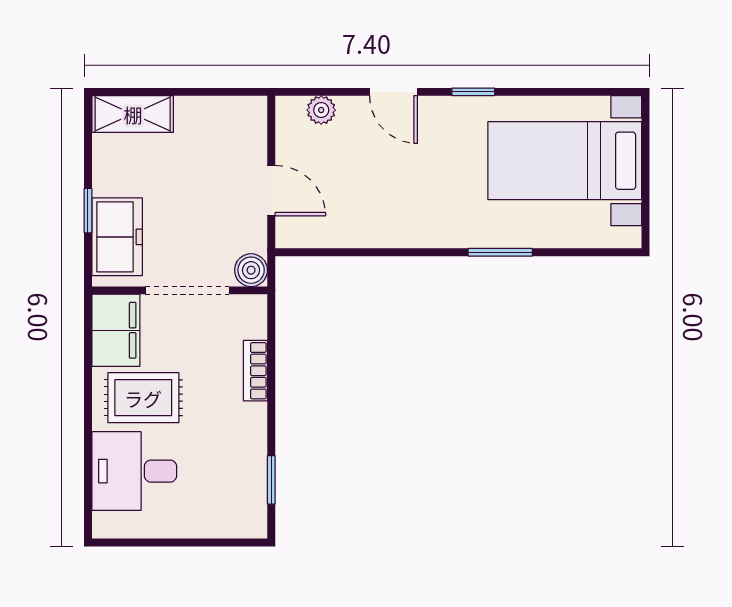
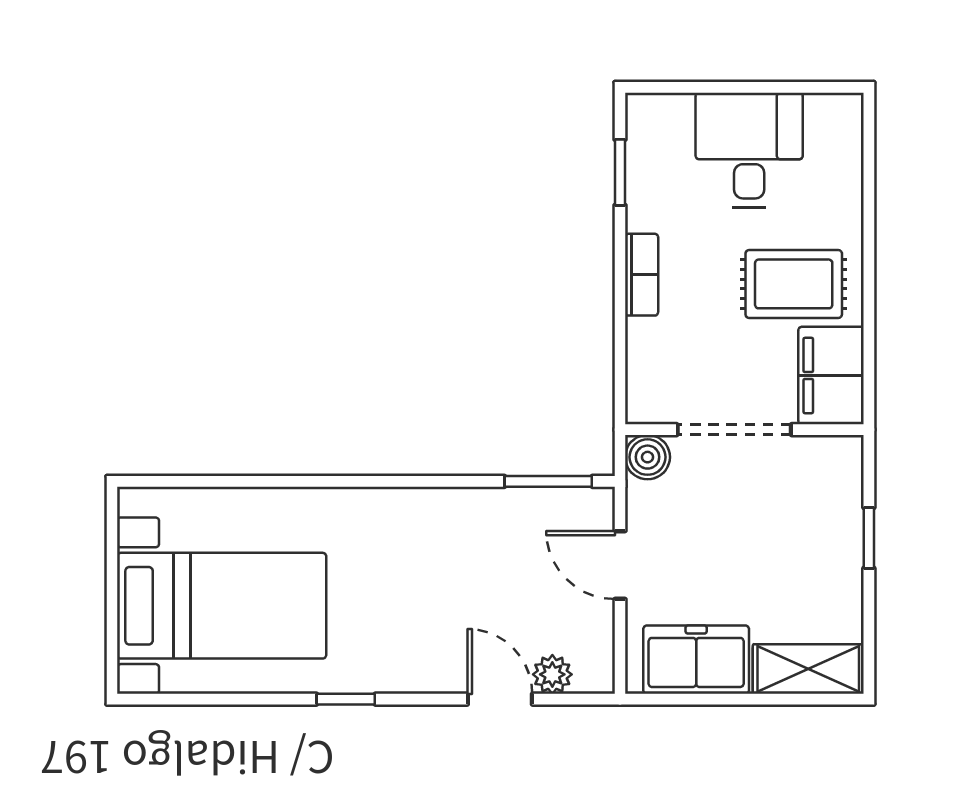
door: (394, 92) -> (500, 699), moved
freezer: (117, 237) -> (696, 660), moved, turned 90
window: (500, 252) -> (548, 481), moved
bookcase: (255, 371) -> (642, 275), moved
desk: (134, 471) -> (749, 150), moved, turned -90

